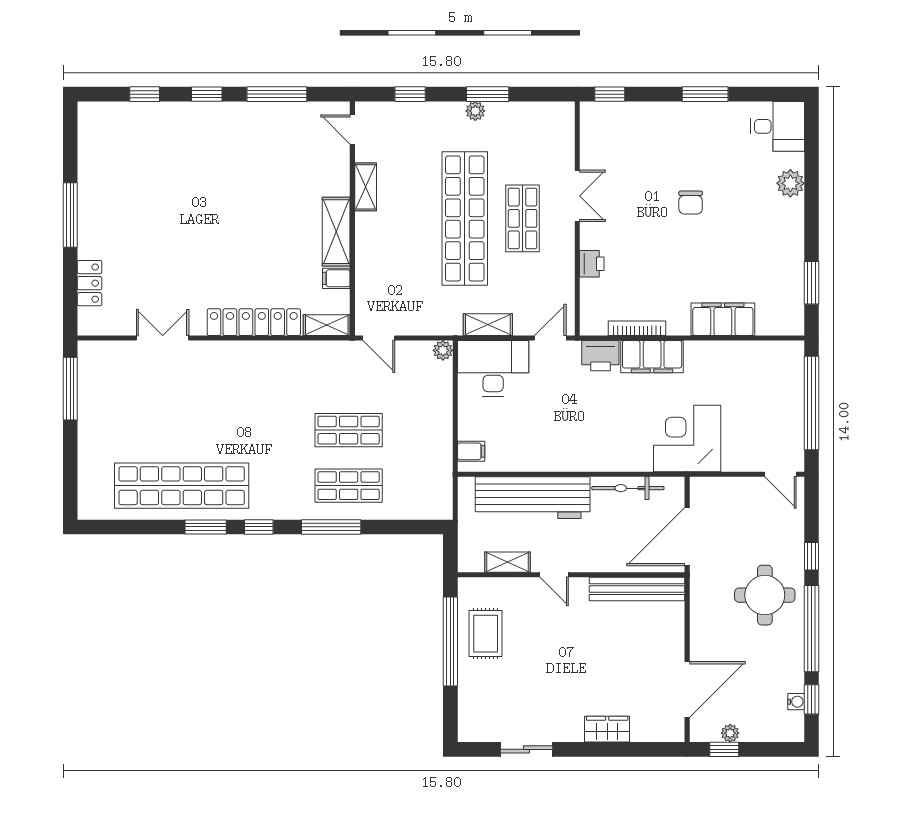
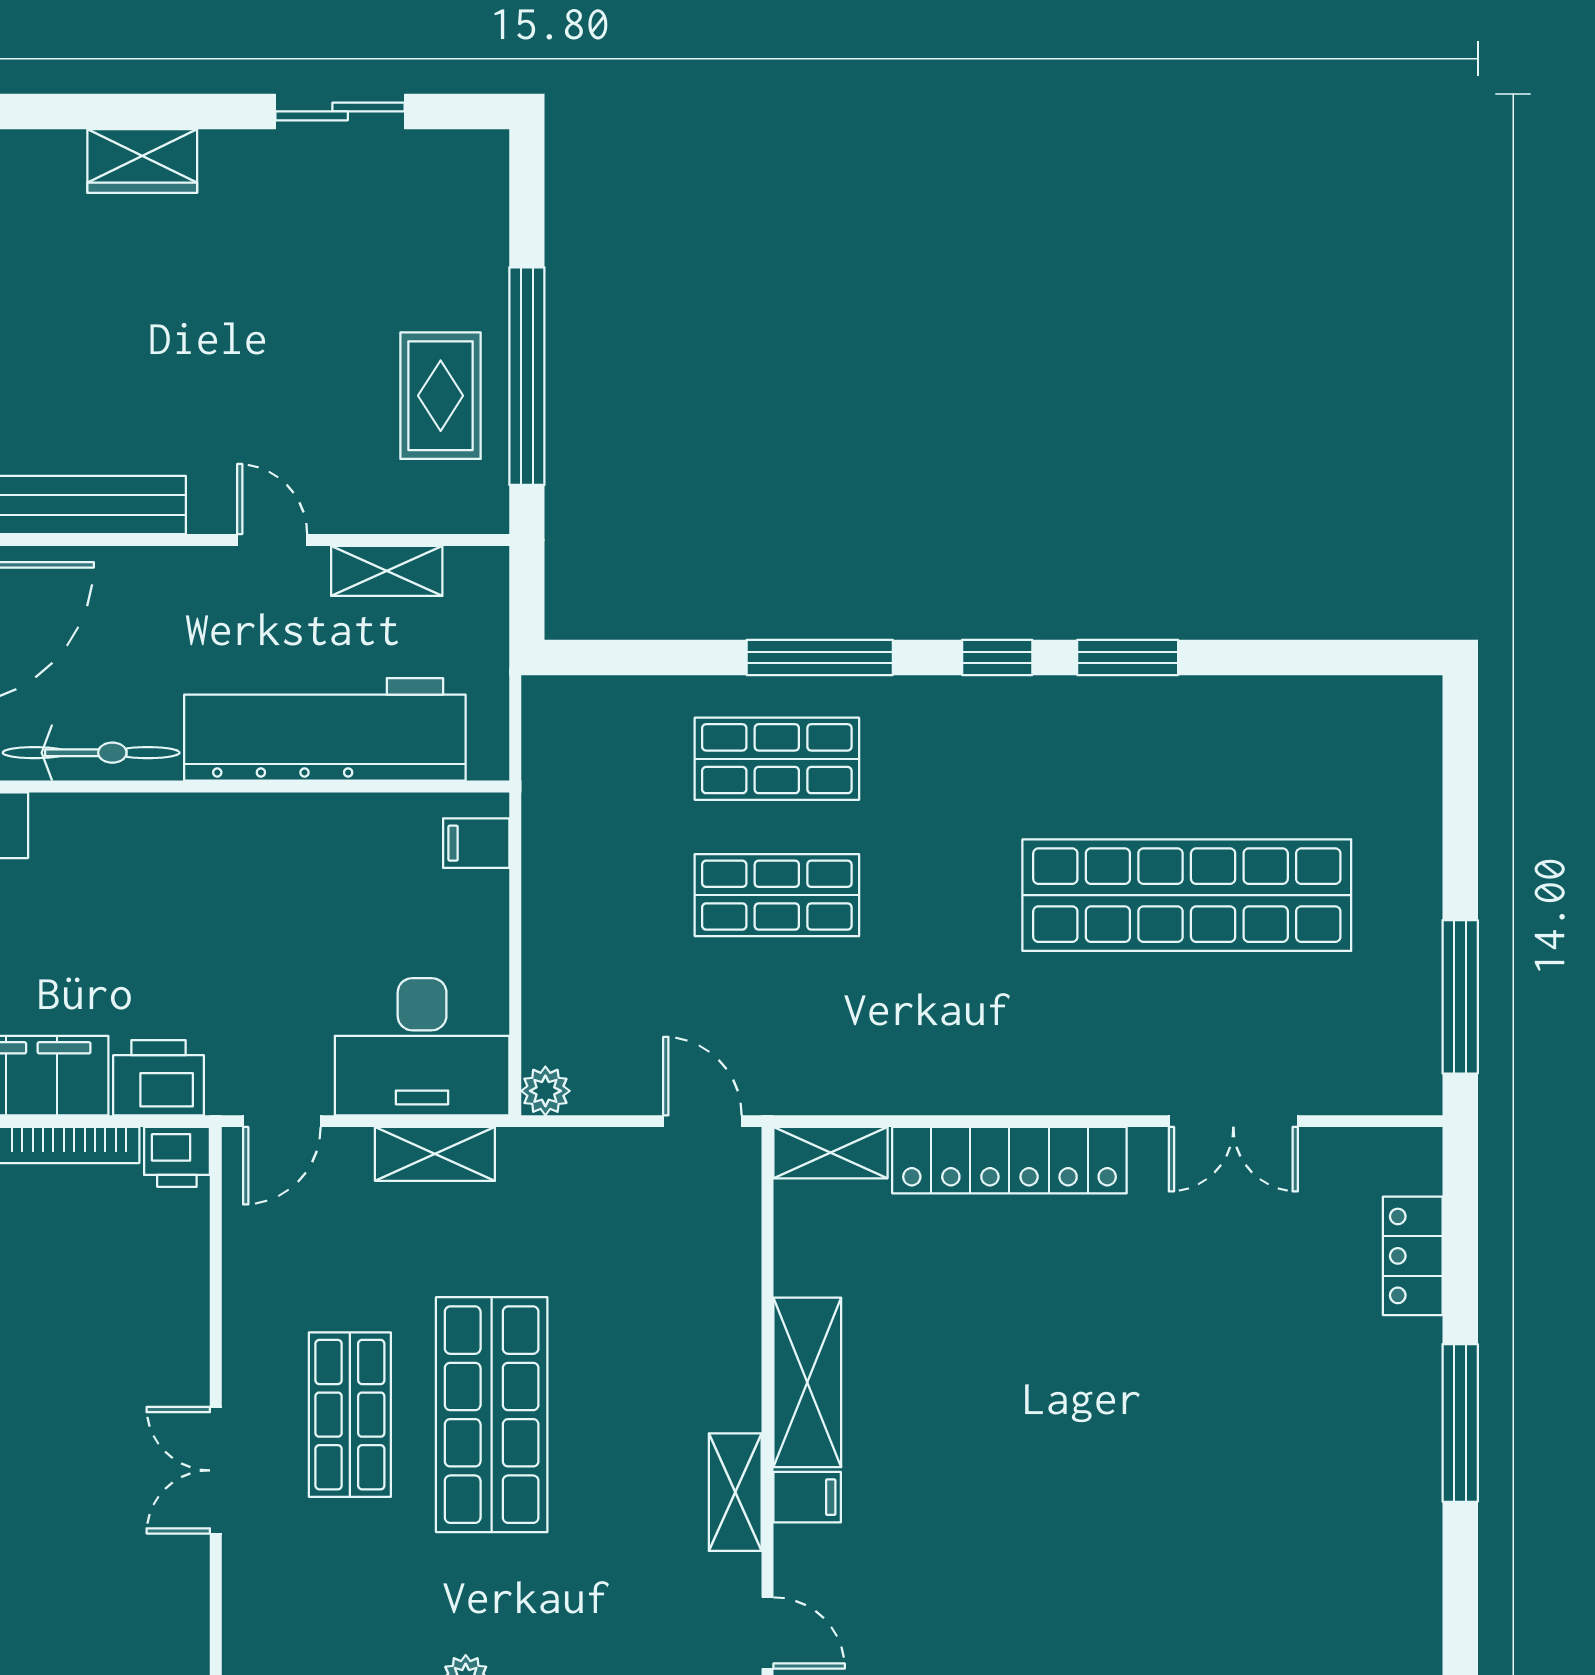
shop shelf: (465, 218) -> (492, 1415), width x0.71
printer: (592, 264) -> (177, 1157), moved, turned -90
filing cabinet: (336, 278) -> (807, 1497), moved
shop shelf: (182, 486) -> (1187, 895), moved

